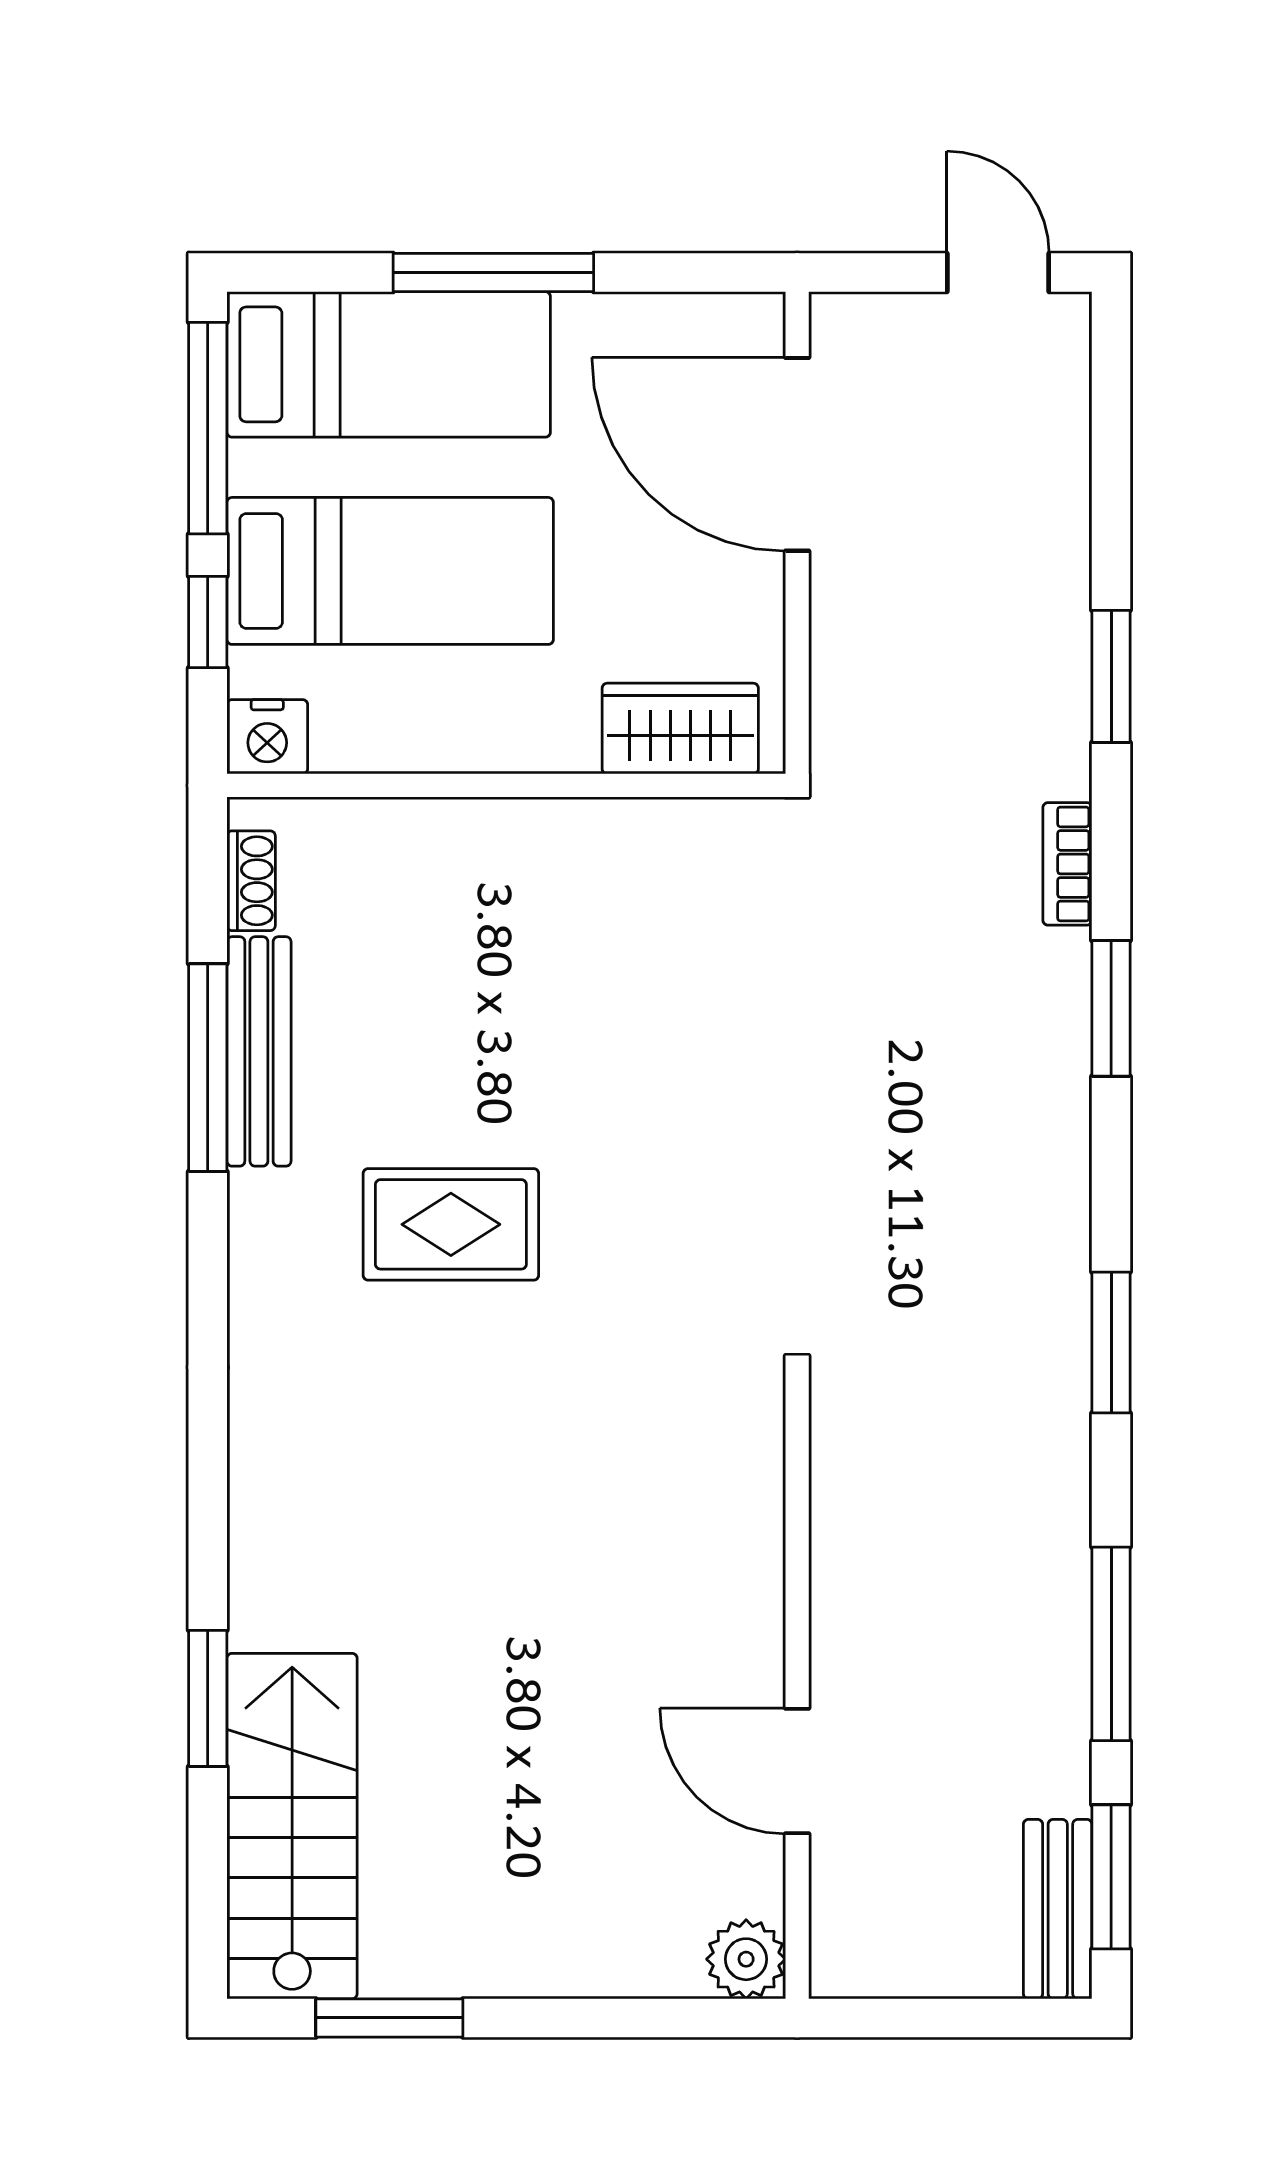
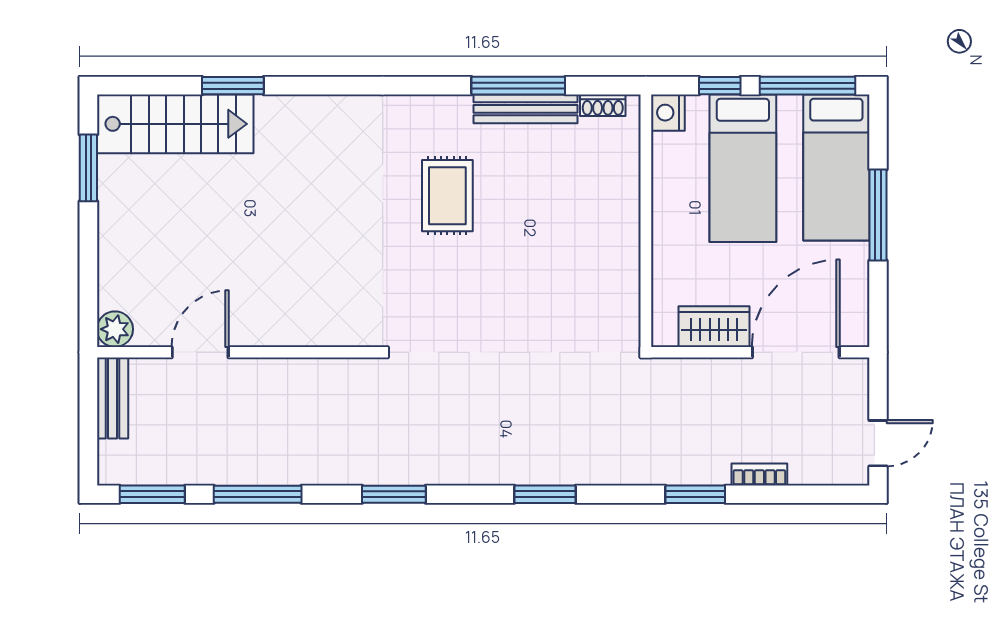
wardrobe: (680, 729) -> (714, 327), moved, turned -90
bookcase: (1067, 864) -> (759, 475), moved
bench: (1058, 1909) -> (113, 398), moved, turned 90

